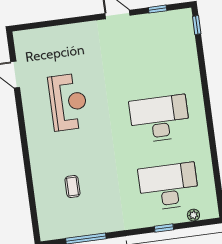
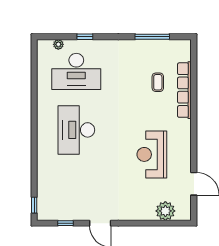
plant: (44, 39) -> (165, 211), added
desk: (160, 119) -> (76, 130), turned 90
row of seats: (40, 182) -> (184, 90), added

